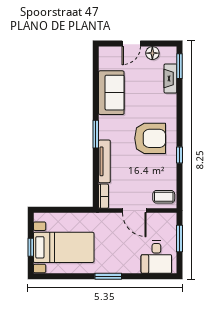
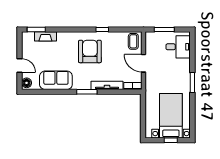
floor lamp: (152, 53) -> (27, 83), moved
door: (134, 211) -> (144, 63), swing flipped

